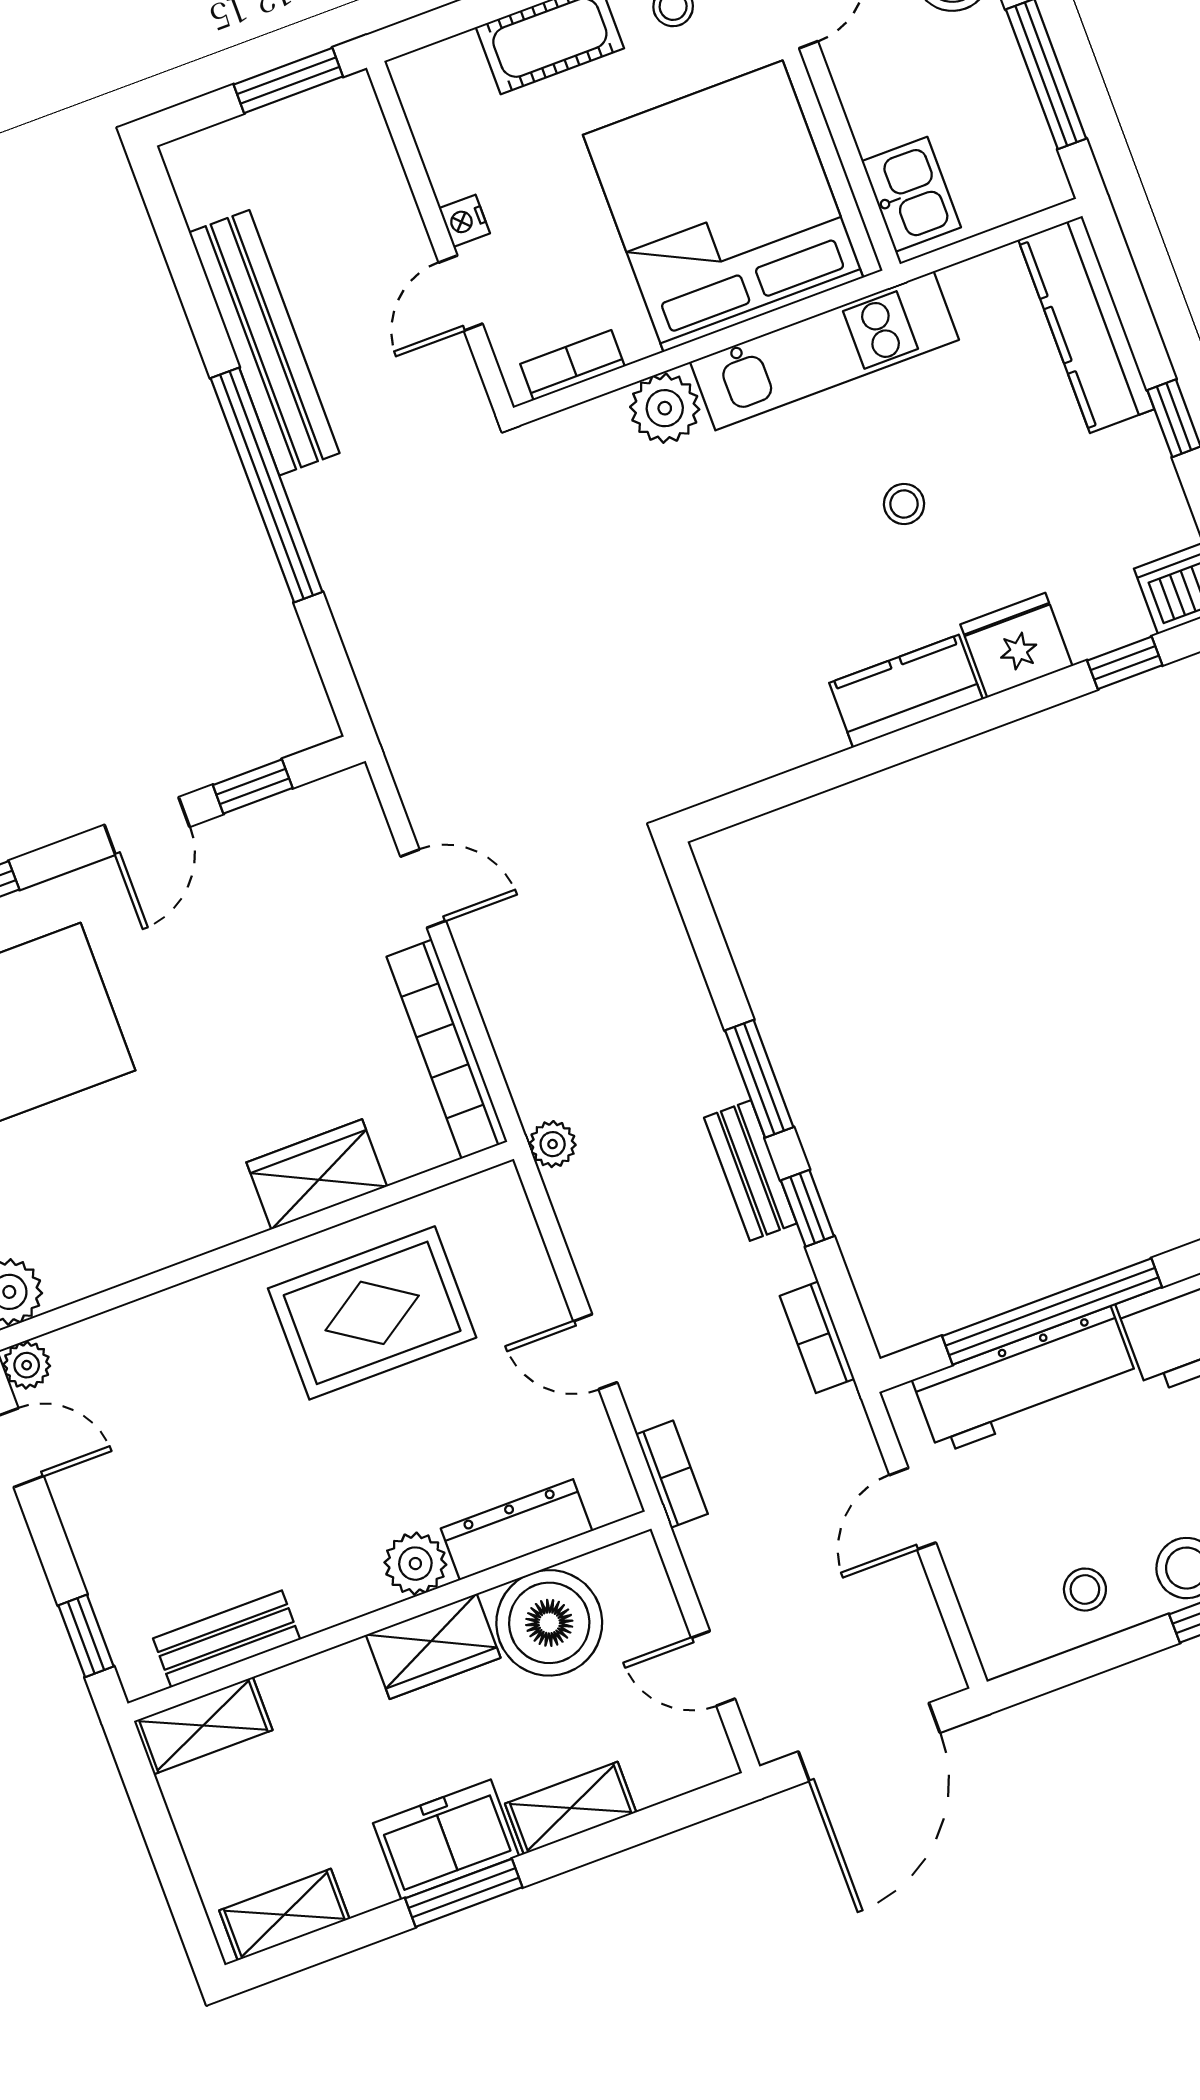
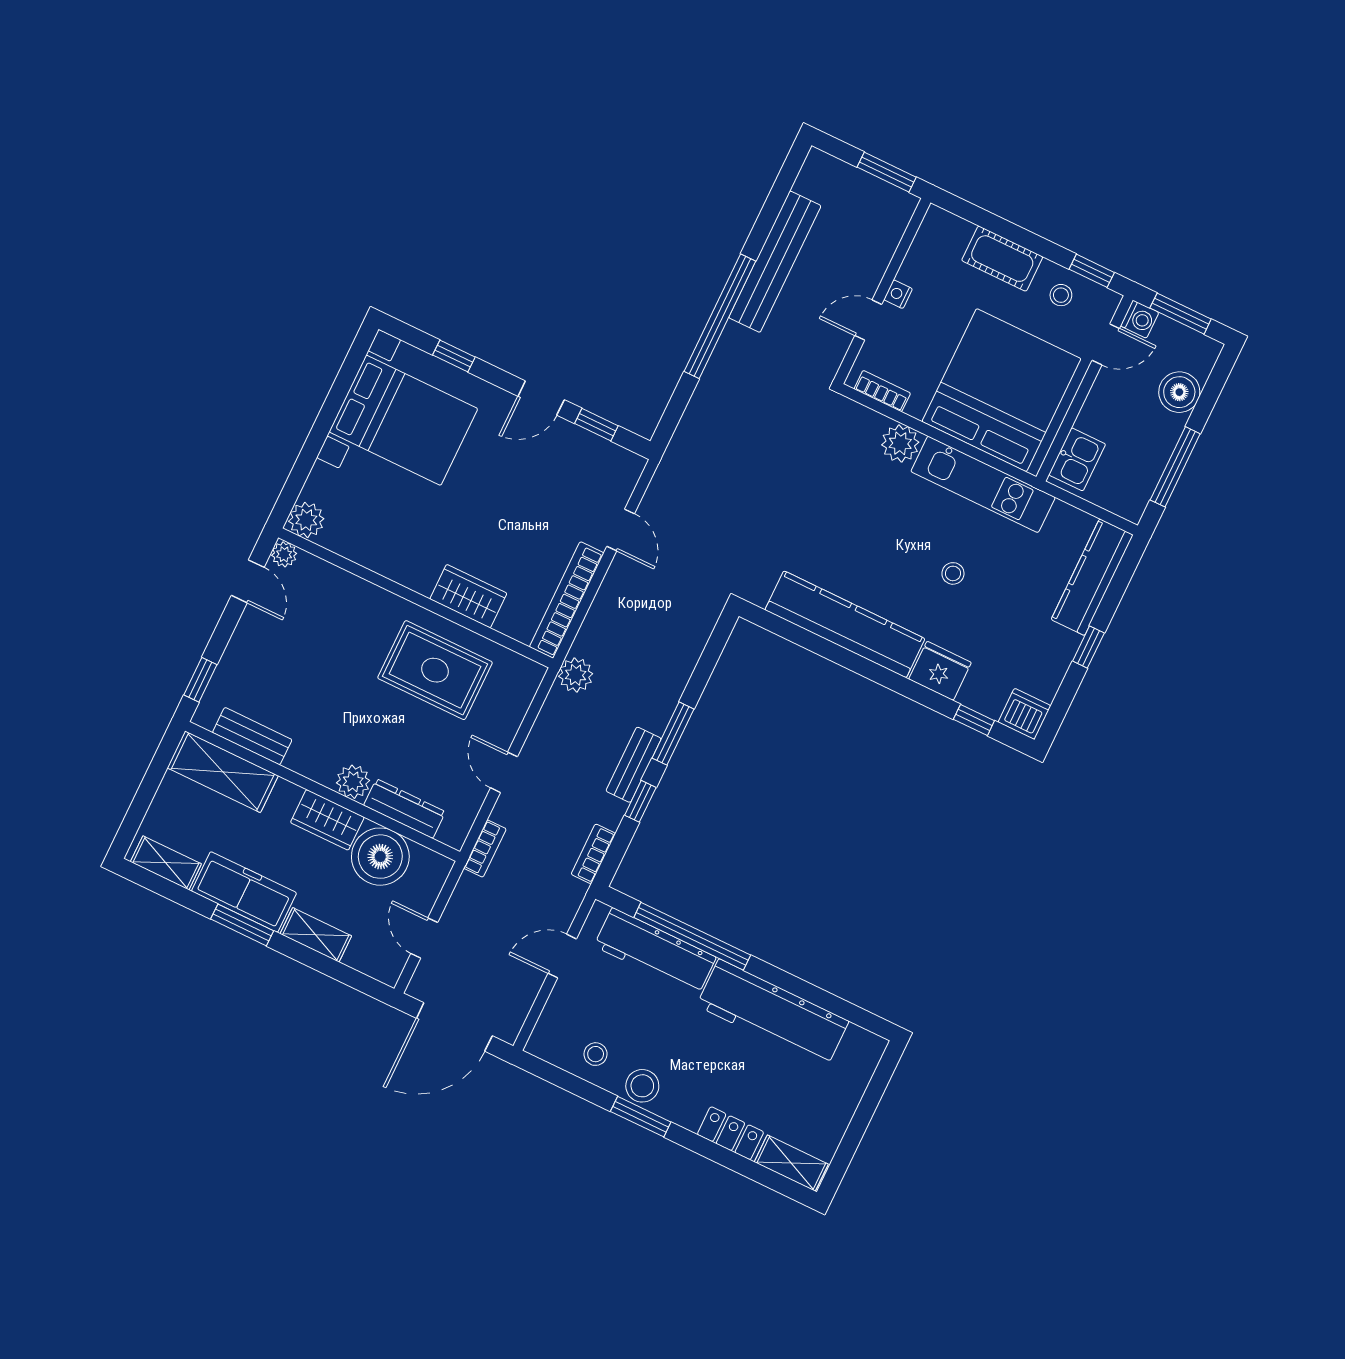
kitchen counter: (906, 691) -> (845, 624), width x2.08, depth x1.17
plant: (553, 1144) -> (576, 675), width x1.38, depth x1.38
shelving: (203, 1726) -> (223, 772), width x1.50, depth x1.33
freezer: (446, 1840) -> (244, 892), width x1.40

